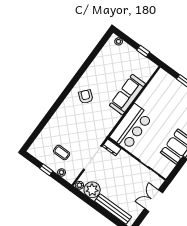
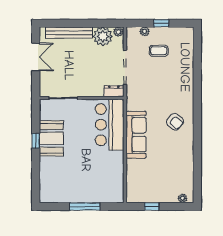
sofa: (127, 95) -> (136, 135), moved
double door: (154, 201) -> (36, 57), moved

